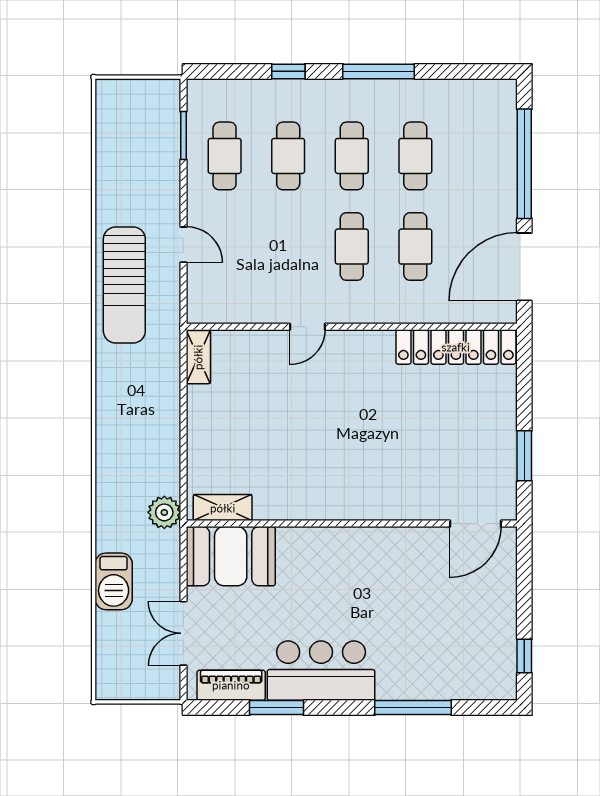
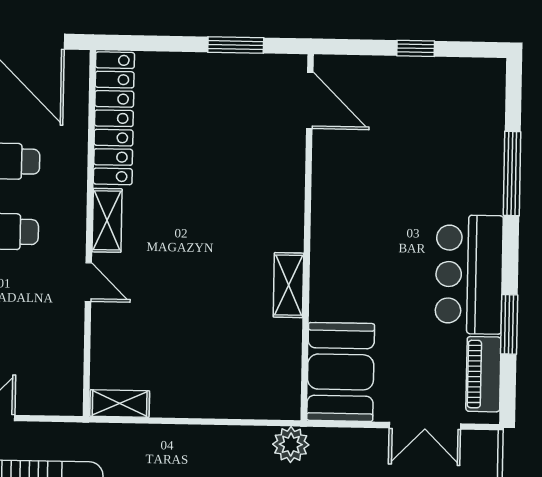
shelving: (364, 343) -> (107, 220), added
shelving: (223, 508) -> (288, 285), moved
window: (524, 656) -> (416, 48), moved

